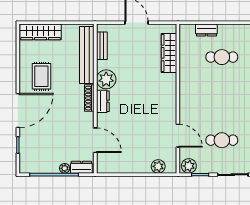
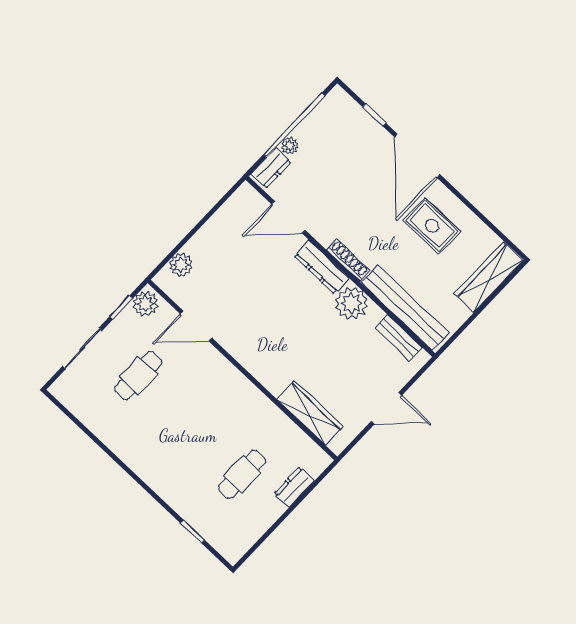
dresser: (103, 101) -> (322, 267), width x1.44

